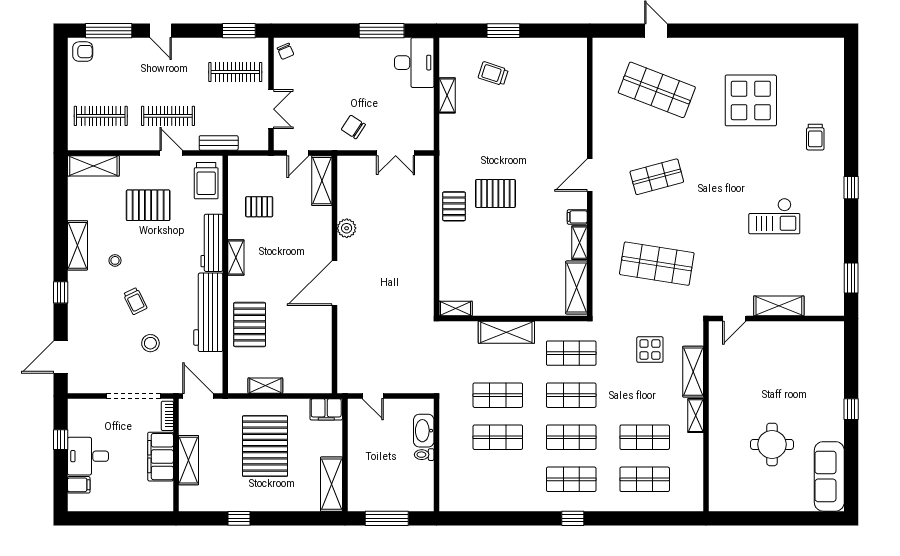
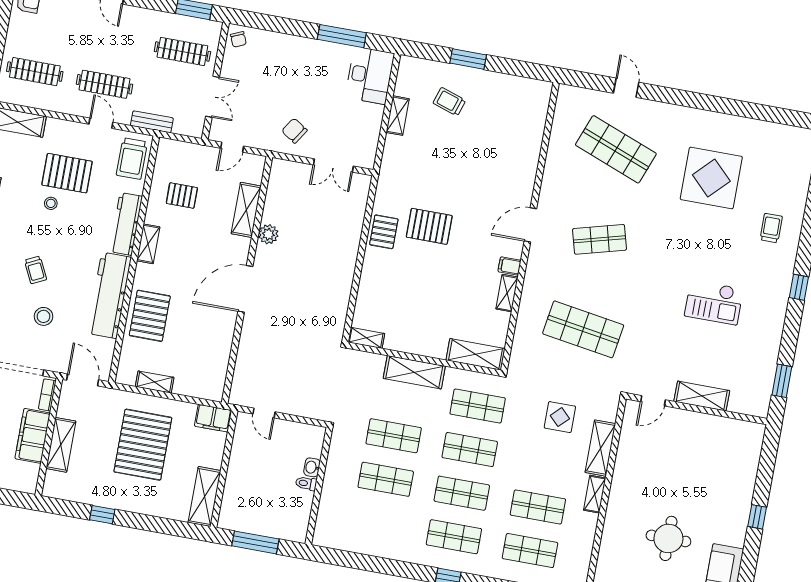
trolley: (815, 137) -> (771, 228), turned 180
shelving: (322, 181) -> (246, 210), moved
stool: (115, 260) -> (51, 203), moved
shelving: (576, 288) -> (476, 354), moved, turned 90
washbasin: (424, 431) -> (312, 467), width x0.52, depth x0.69

